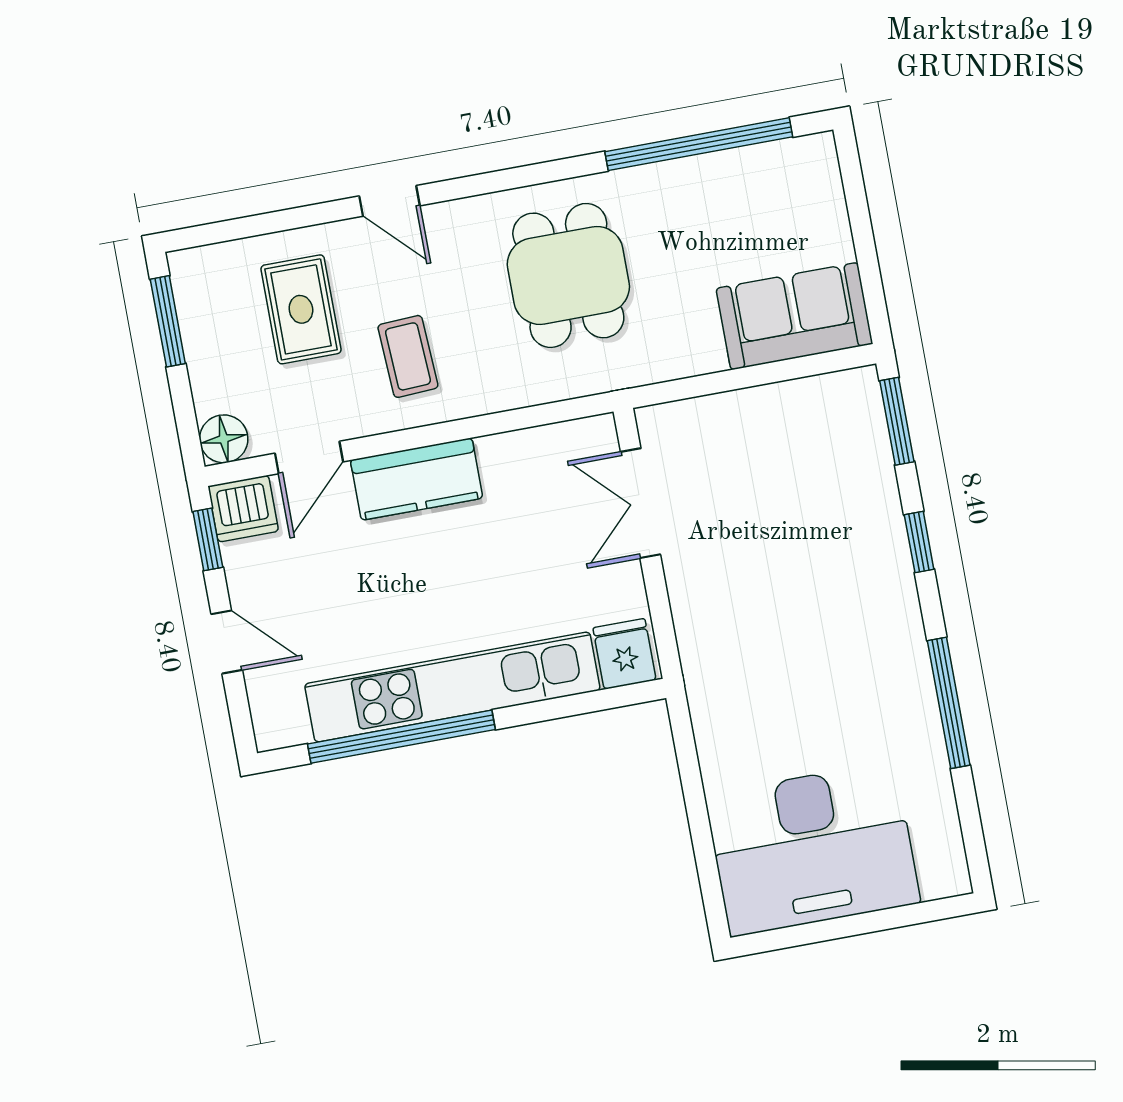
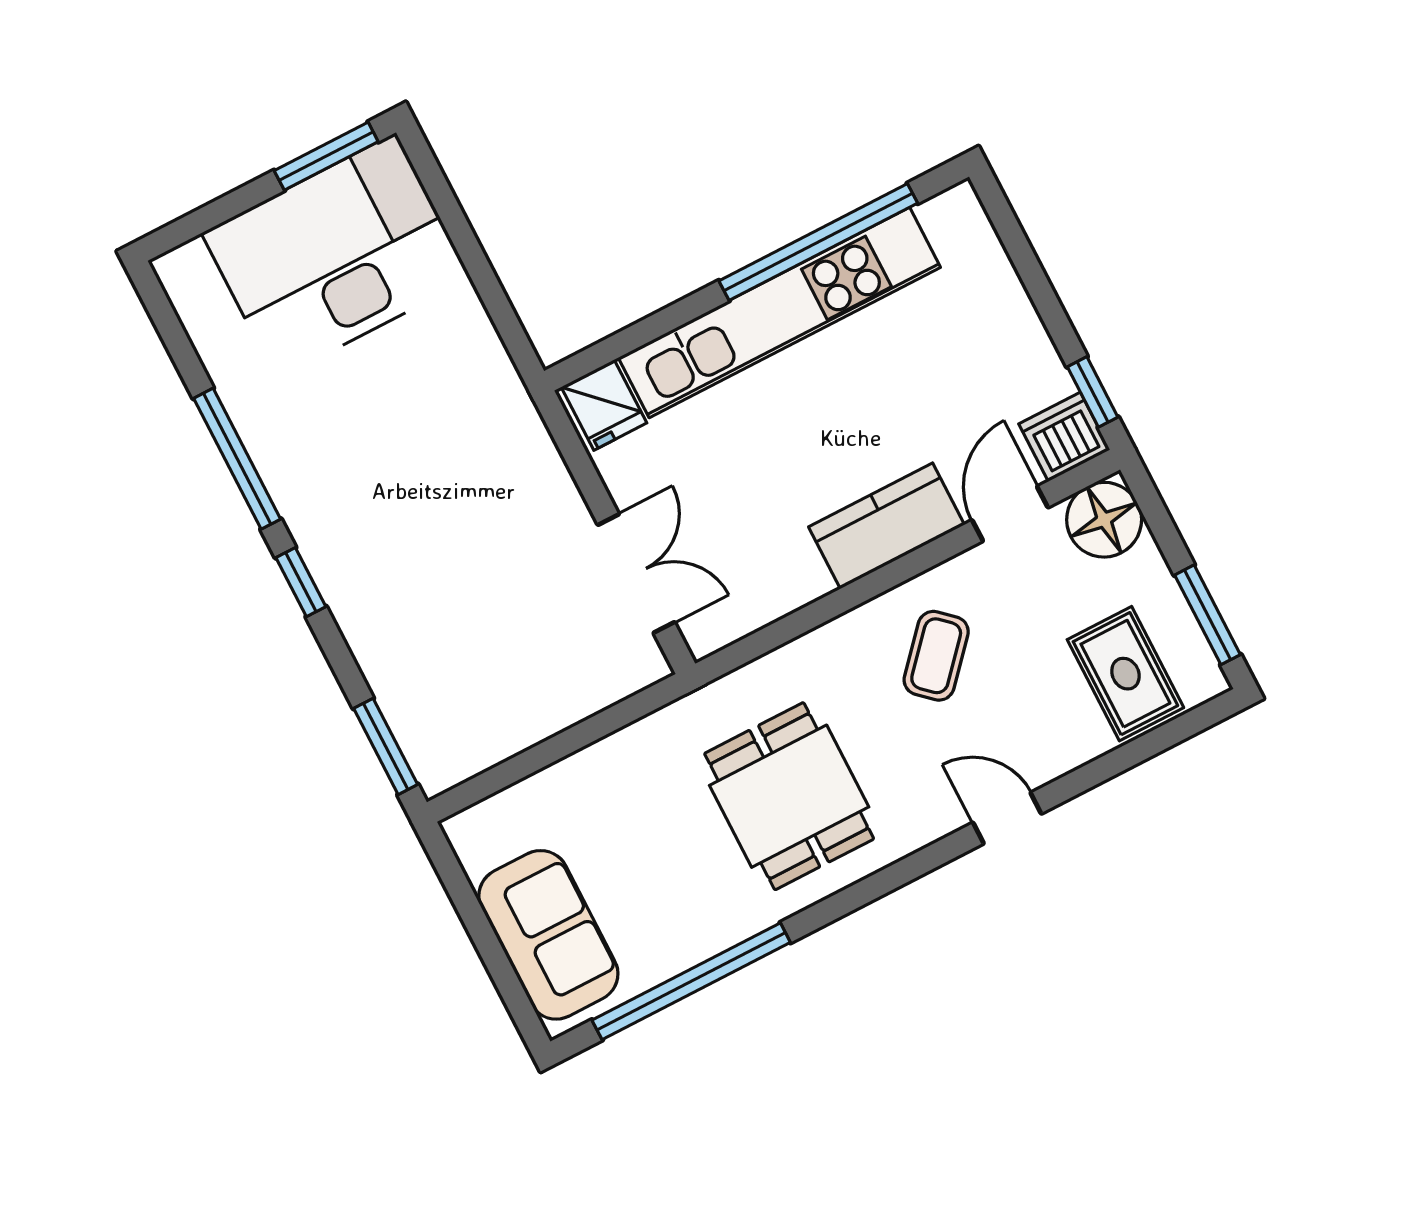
rug: (301, 309) -> (1125, 674), moved
sofa: (794, 316) -> (548, 935), moved, turned -90
coffee table: (408, 356) -> (936, 656), turned 45
floor lamp: (224, 439) -> (1104, 520), width x1.38, depth x1.38
window: (919, 542) -> (301, 582), moved
door: (227, 642) -> (1038, 287), removed
window: (796, 936) -> (326, 156), added

